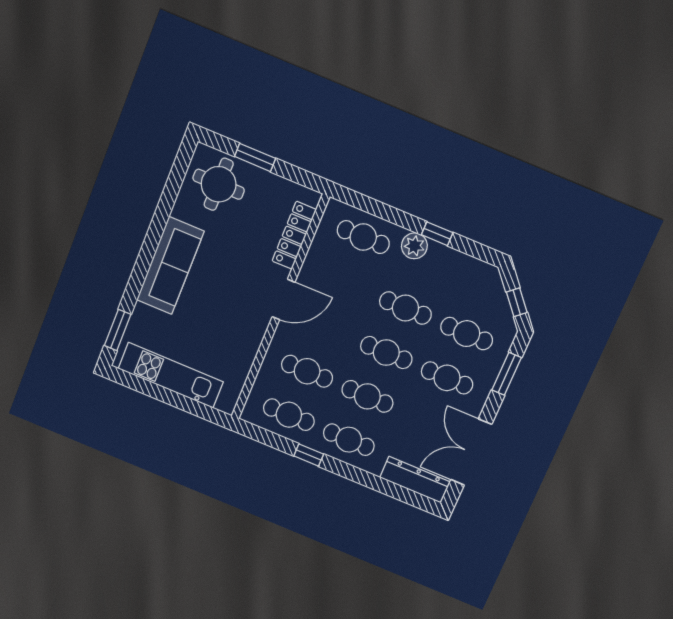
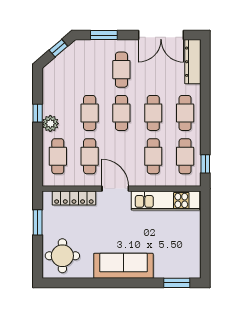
window: (255, 157) -> (38, 222), moved
cafe table: (467, 334) -> (90, 156), moved
kitchen unit: (171, 375) -> (166, 200), moved, turned -90
window: (309, 455) -> (205, 164), moved

